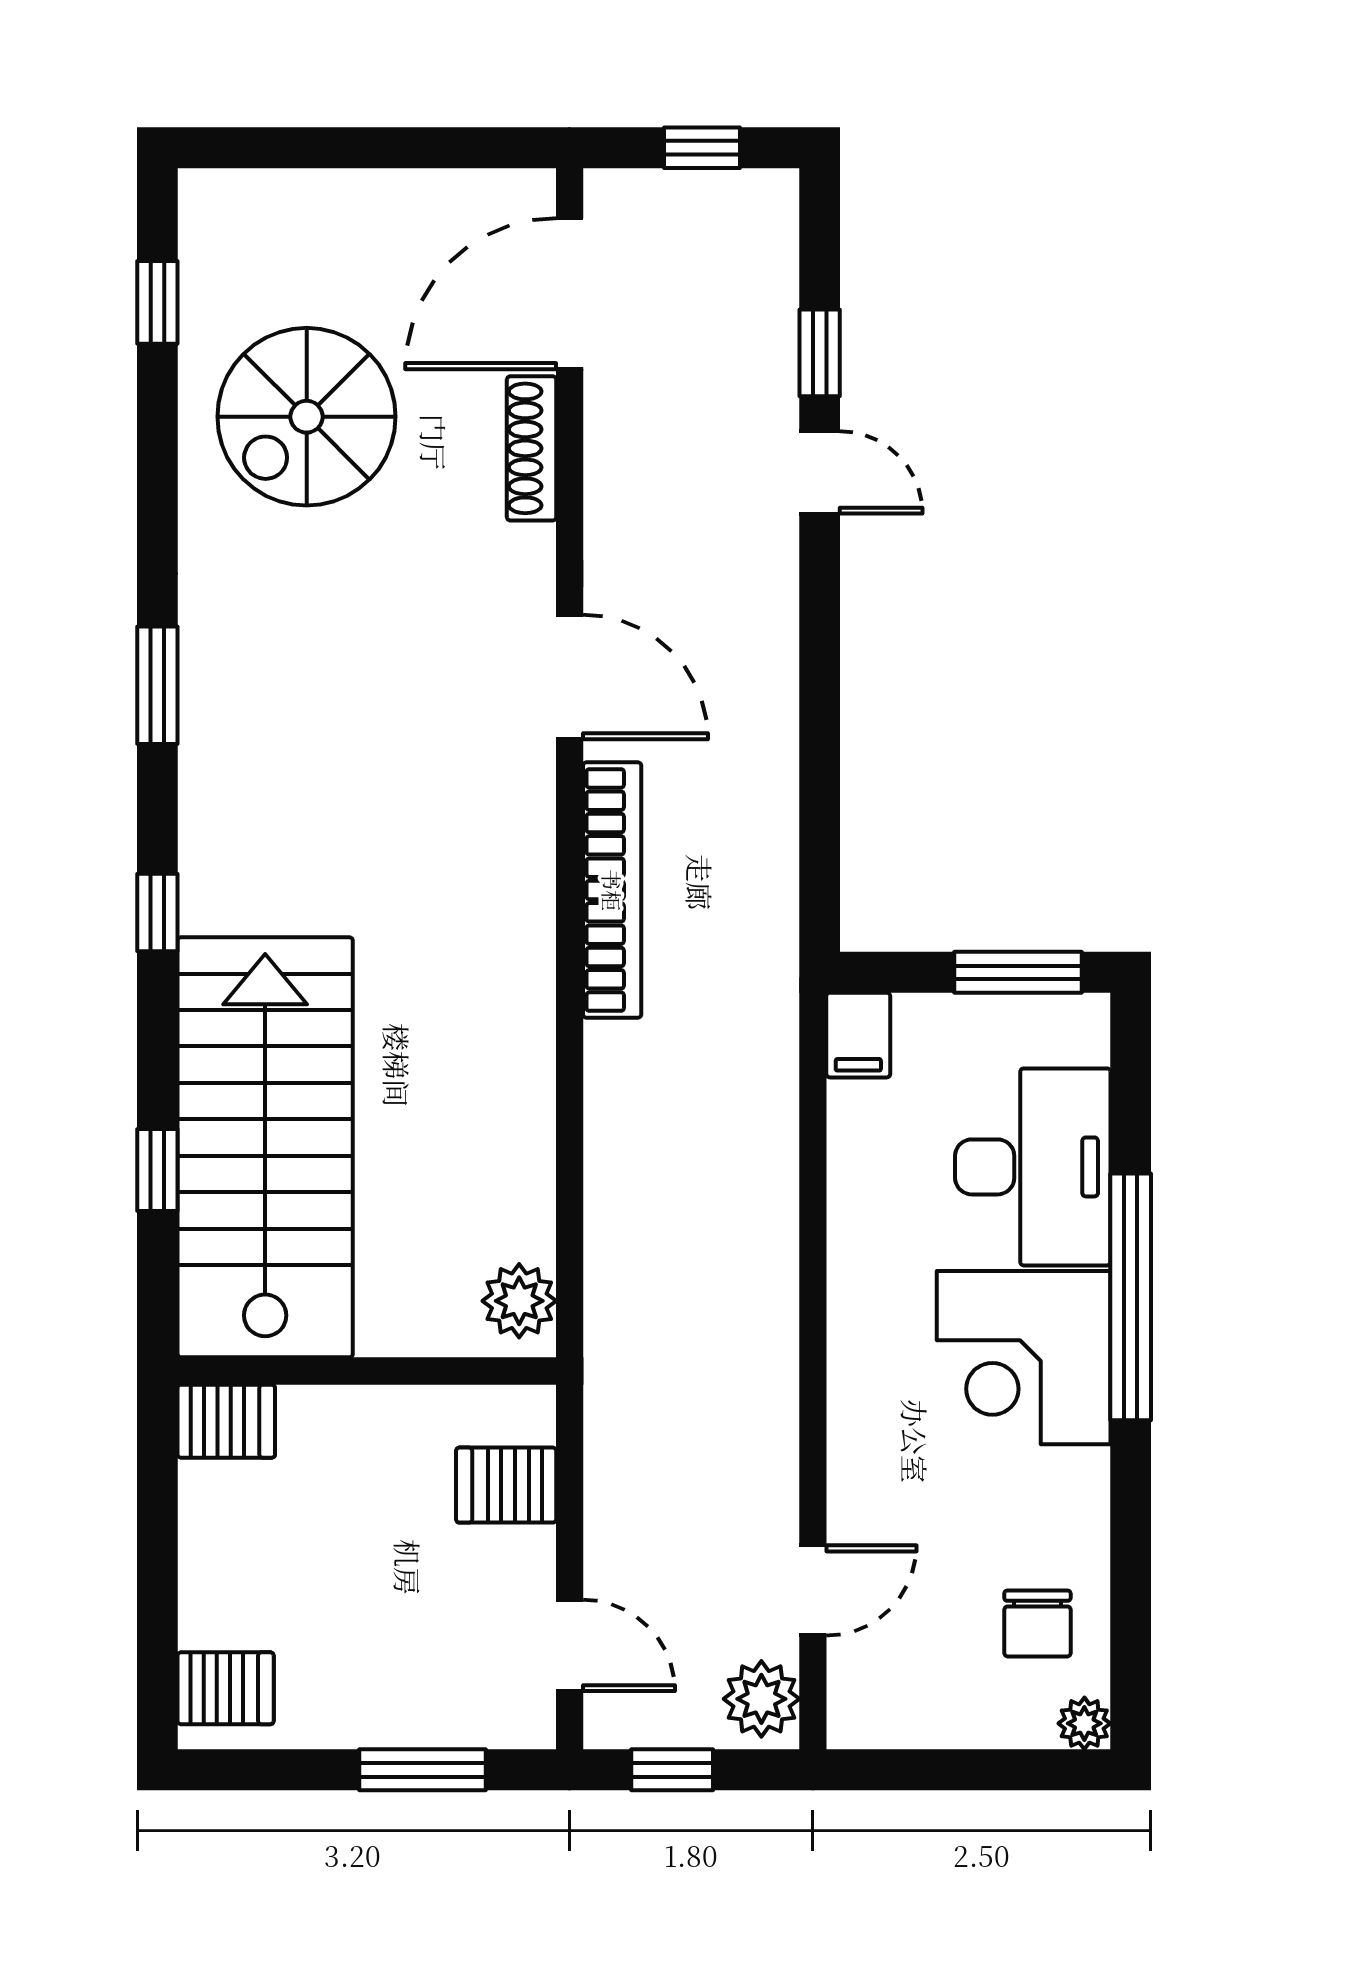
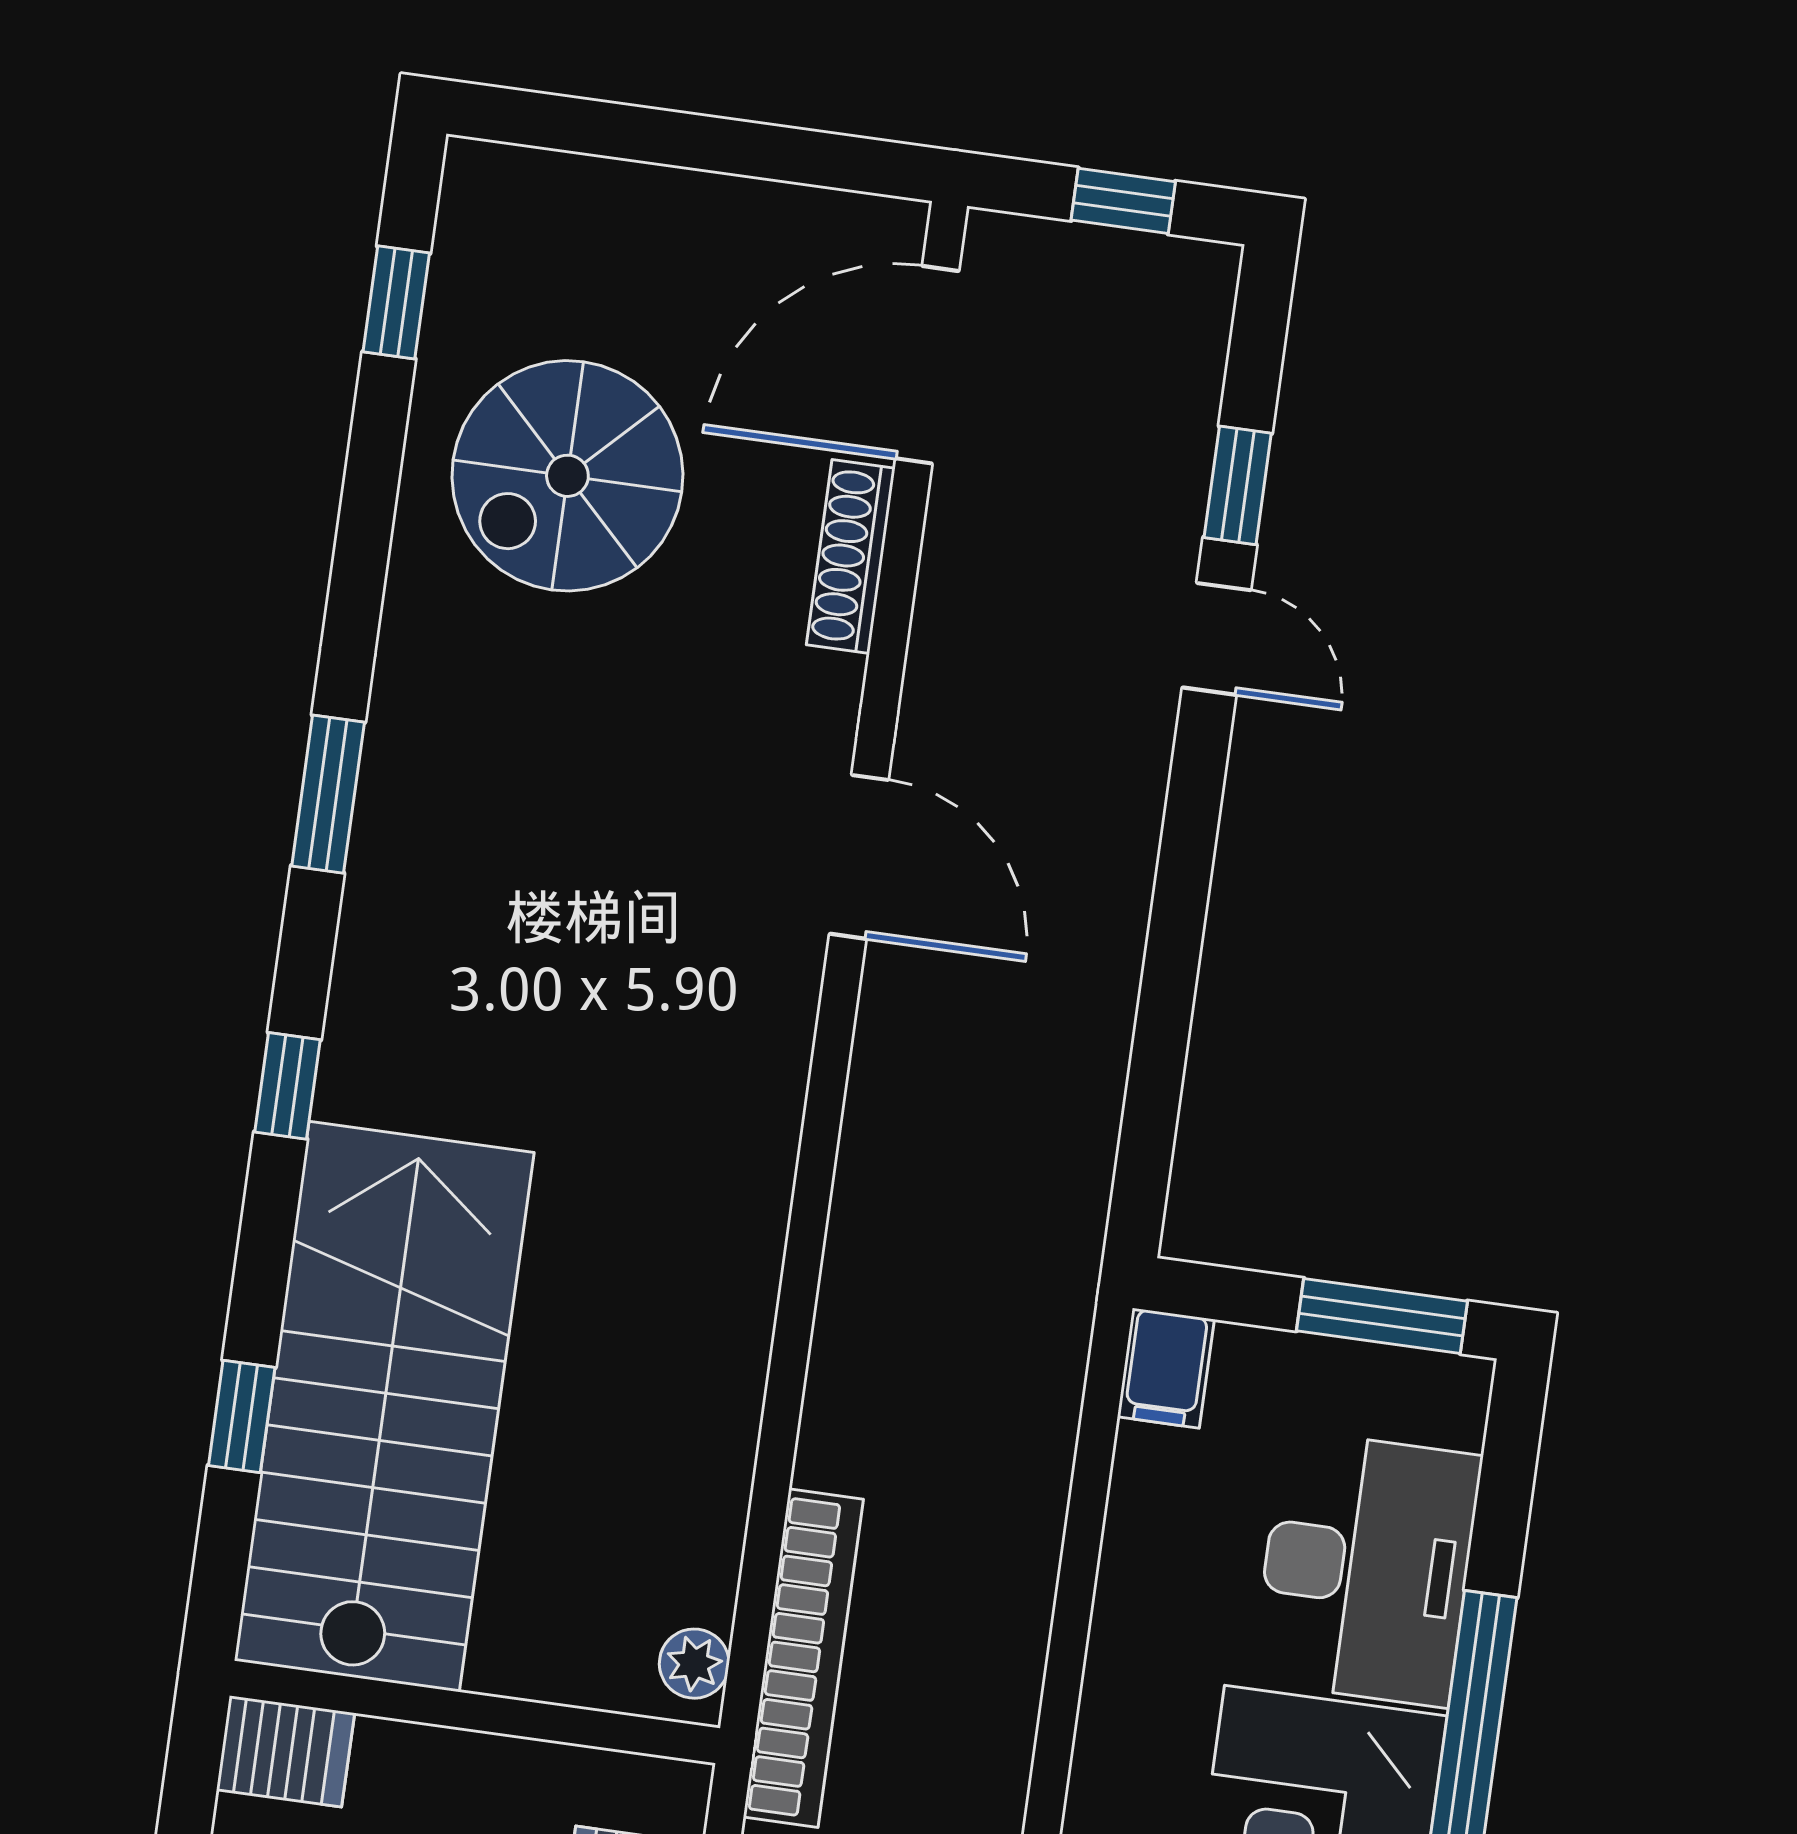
bookcase: (612, 890) -> (803, 1658), moved
plant: (519, 1301) -> (694, 1664), width x0.73, depth x0.73

